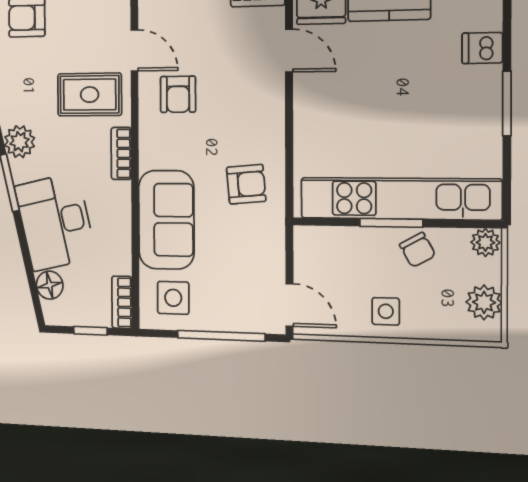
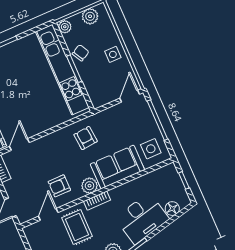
armchair: (178, 94) -> (59, 186), turned 180
plant: (154, 152) -> (89, 186), added
bookcase: (122, 302) -> (164, 171), removed

